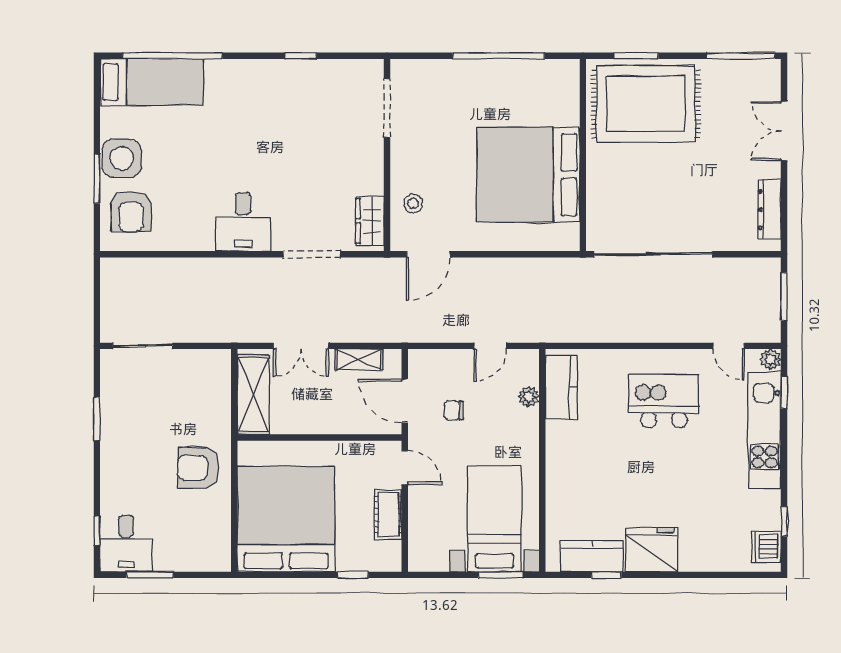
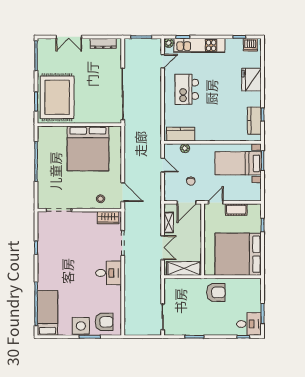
armchair: (198, 468) -> (216, 292), turned -90
fridge: (652, 550) -> (252, 80), moved

